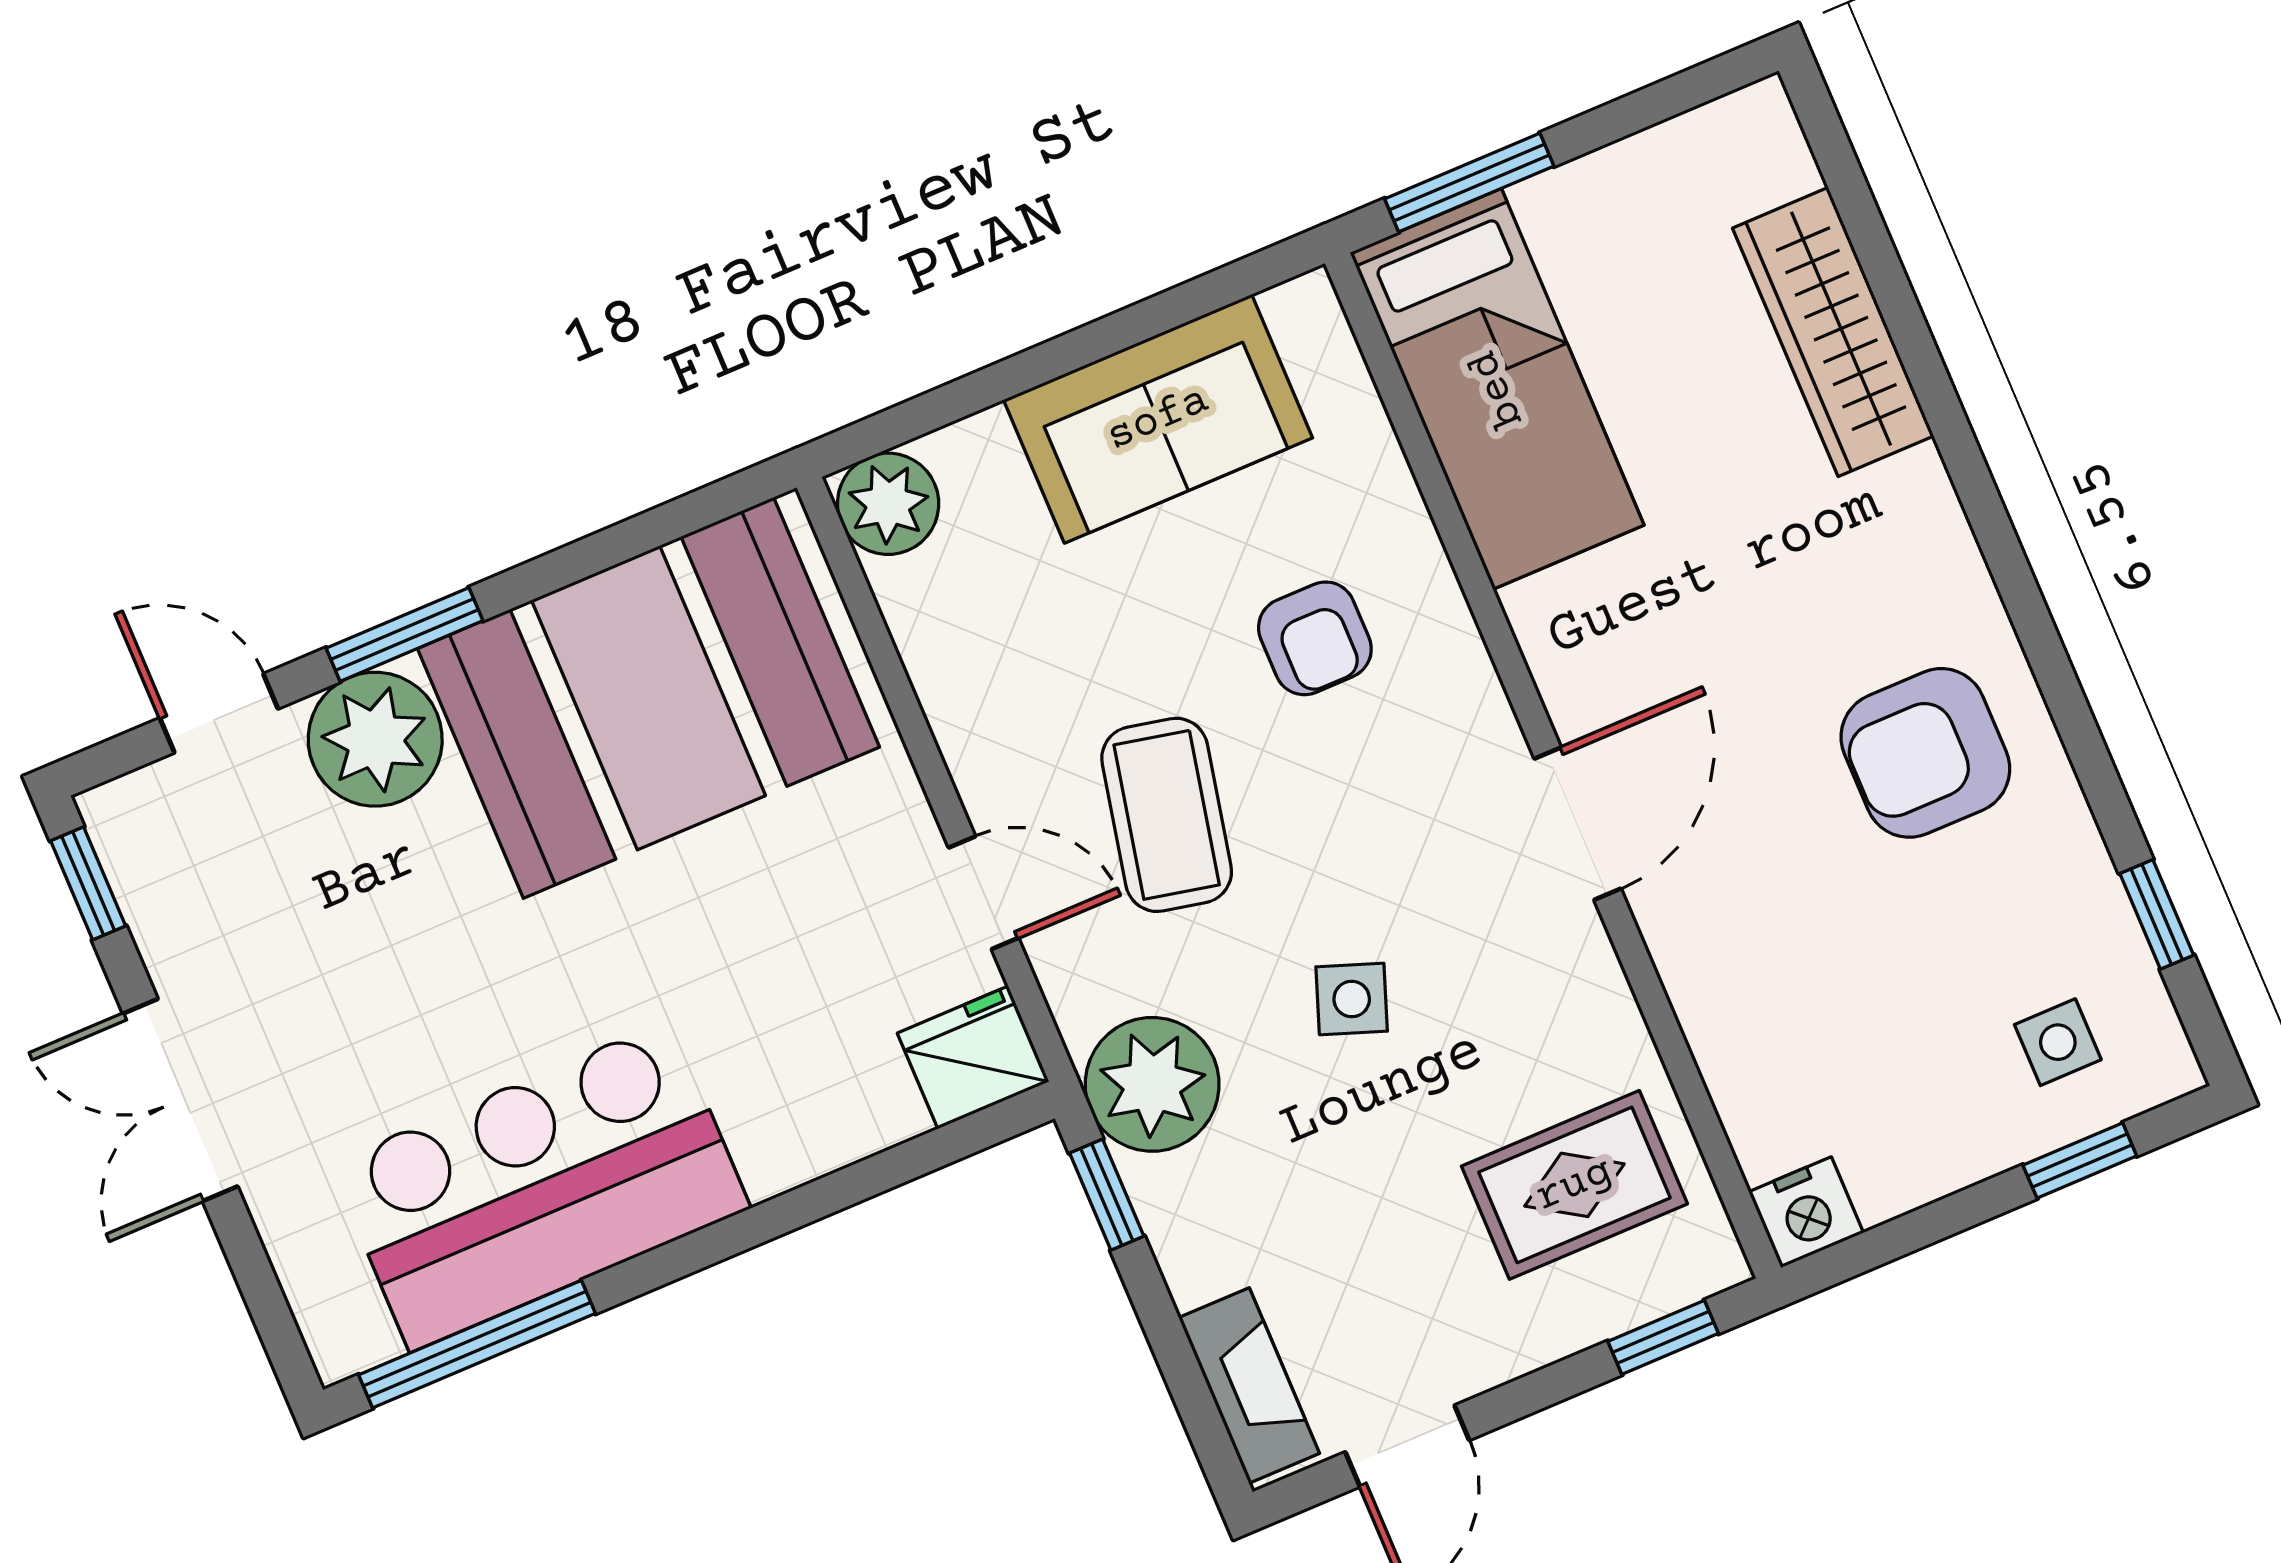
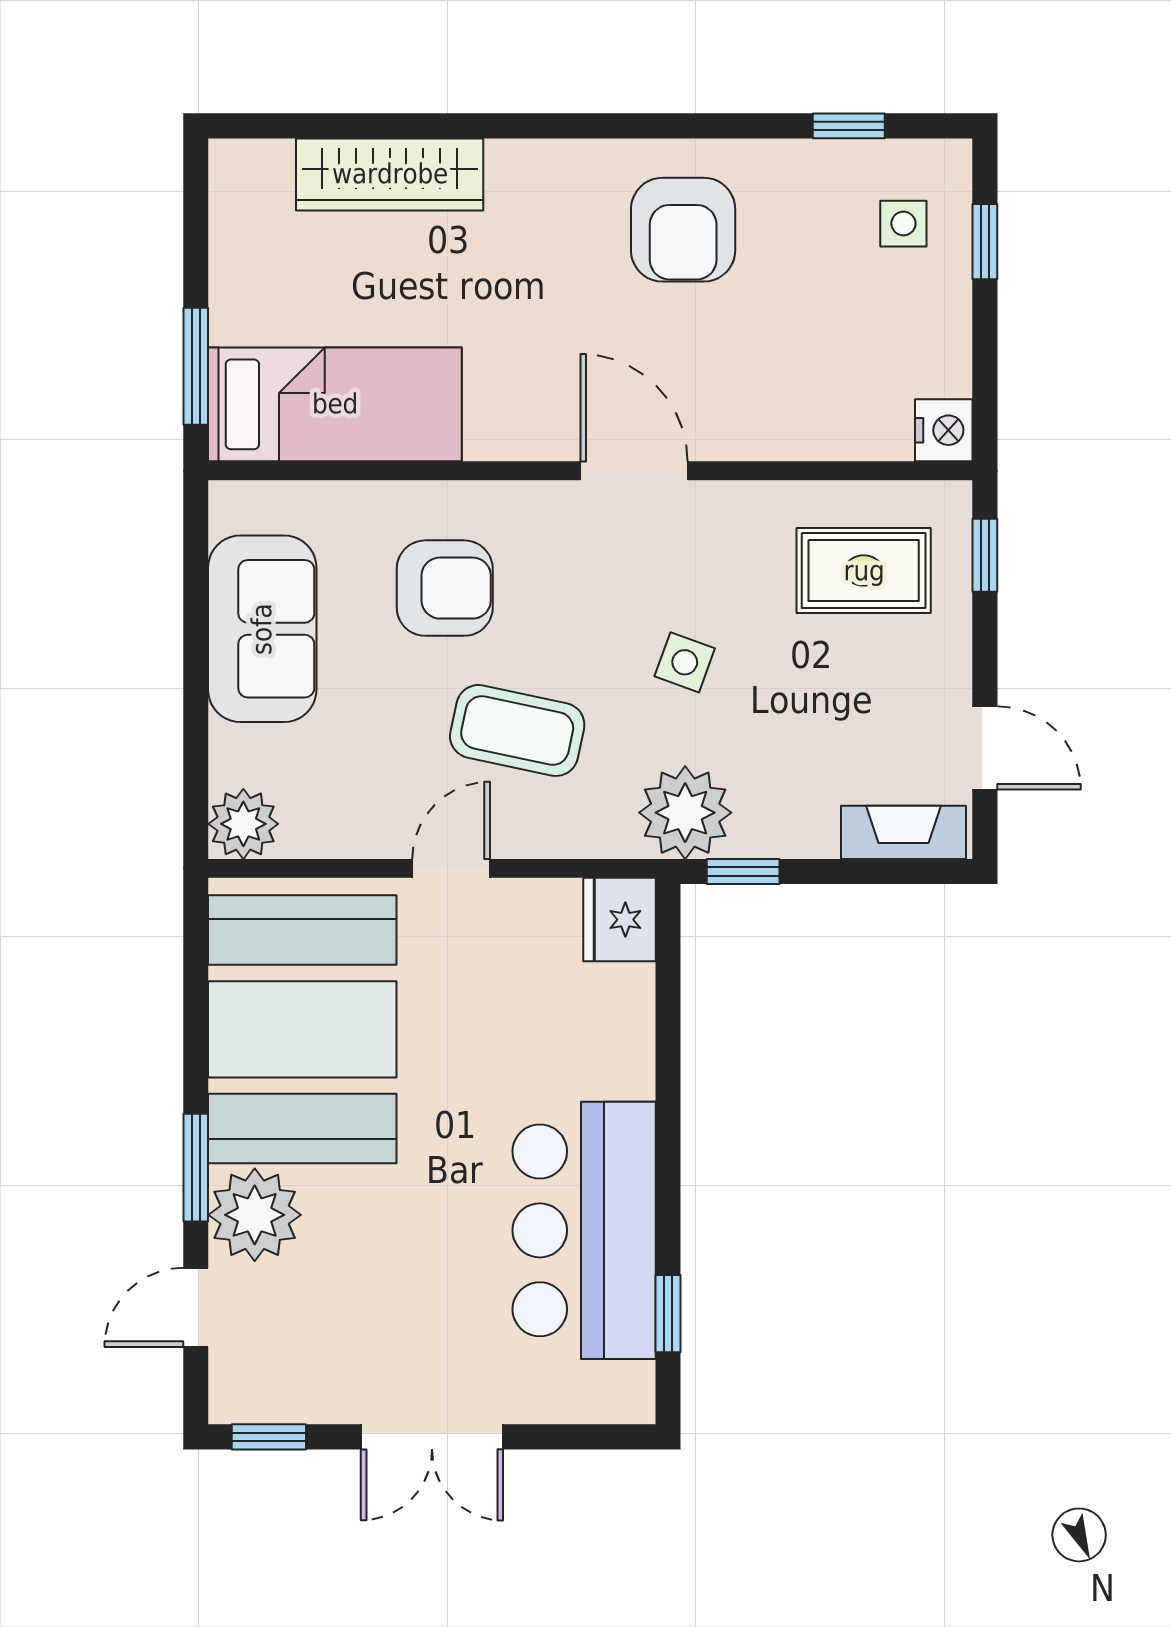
armchair: (1315, 638) -> (445, 588), width x1.38, depth x1.38
door: (984, 893) -> (451, 868), moved
rug: (1574, 1185) -> (864, 571), turned 90
window: (477, 1344) -> (668, 1314), width x0.46

